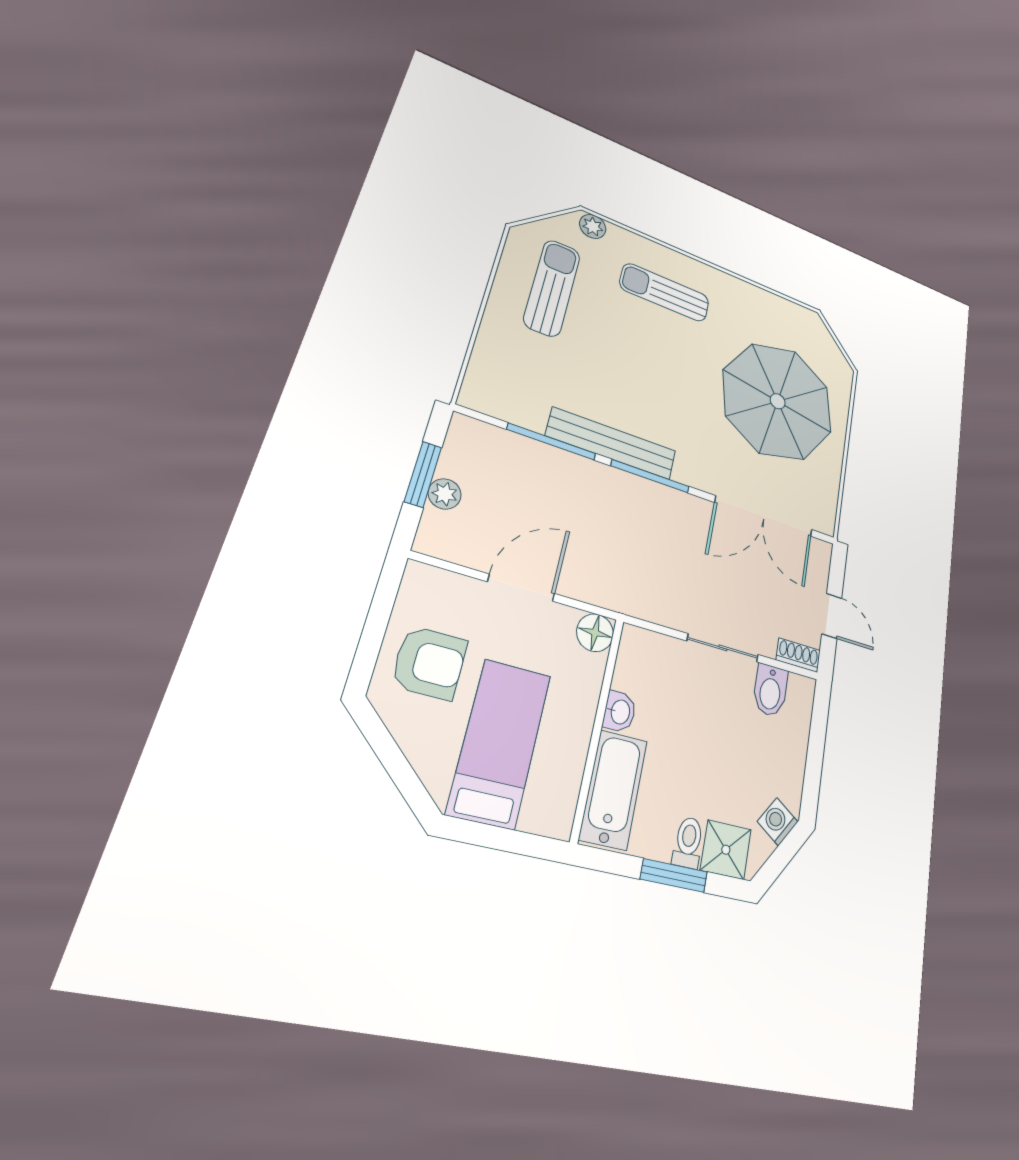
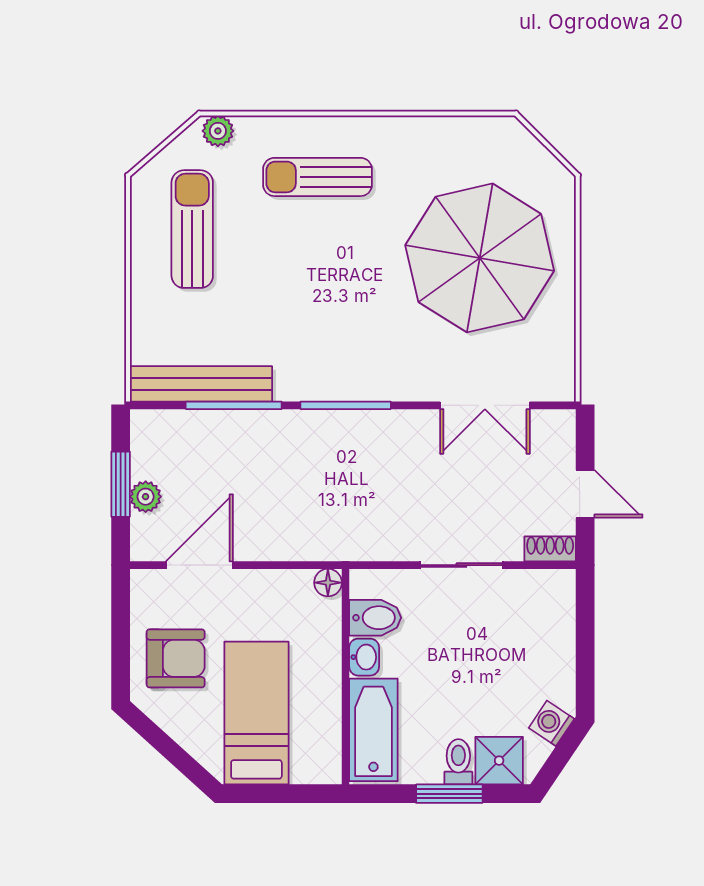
bench: (612, 444) -> (201, 384), moved
double door: (764, 516) -> (485, 405), width x0.73
door: (521, 588) -> (199, 565), moved
floor lamp: (595, 633) -> (328, 583), width x0.73, depth x0.73
bidet: (770, 690) -> (375, 618), moved, turned -90

